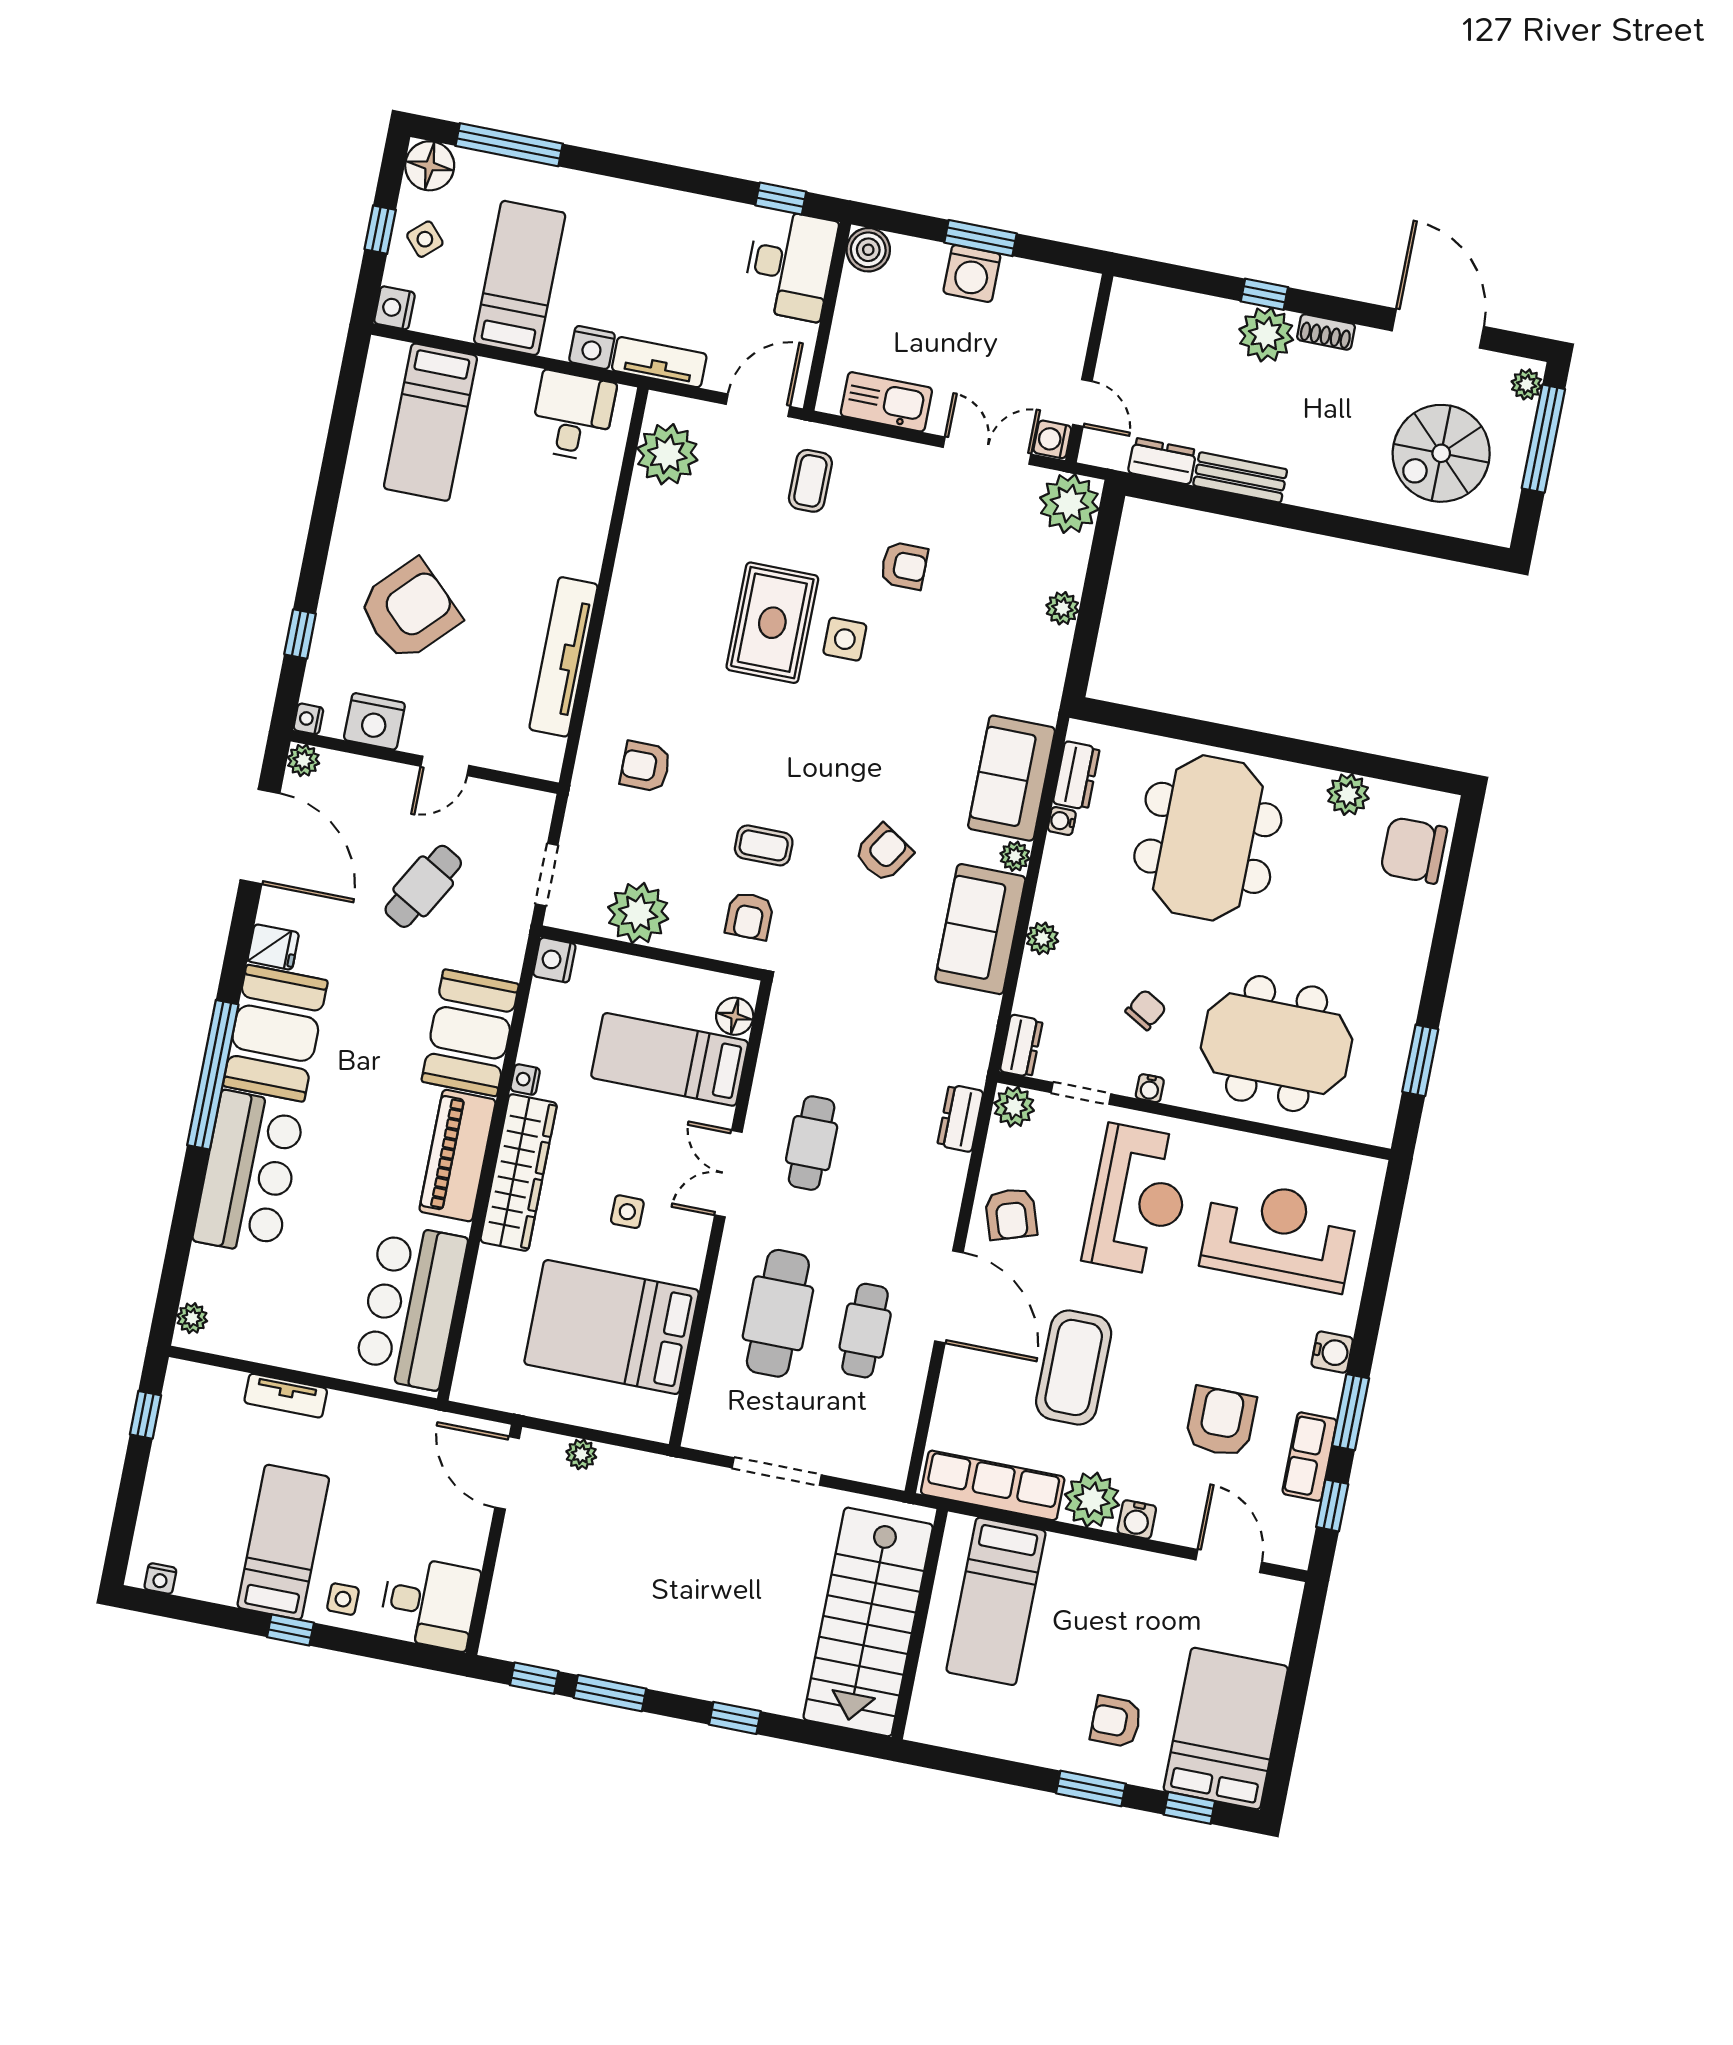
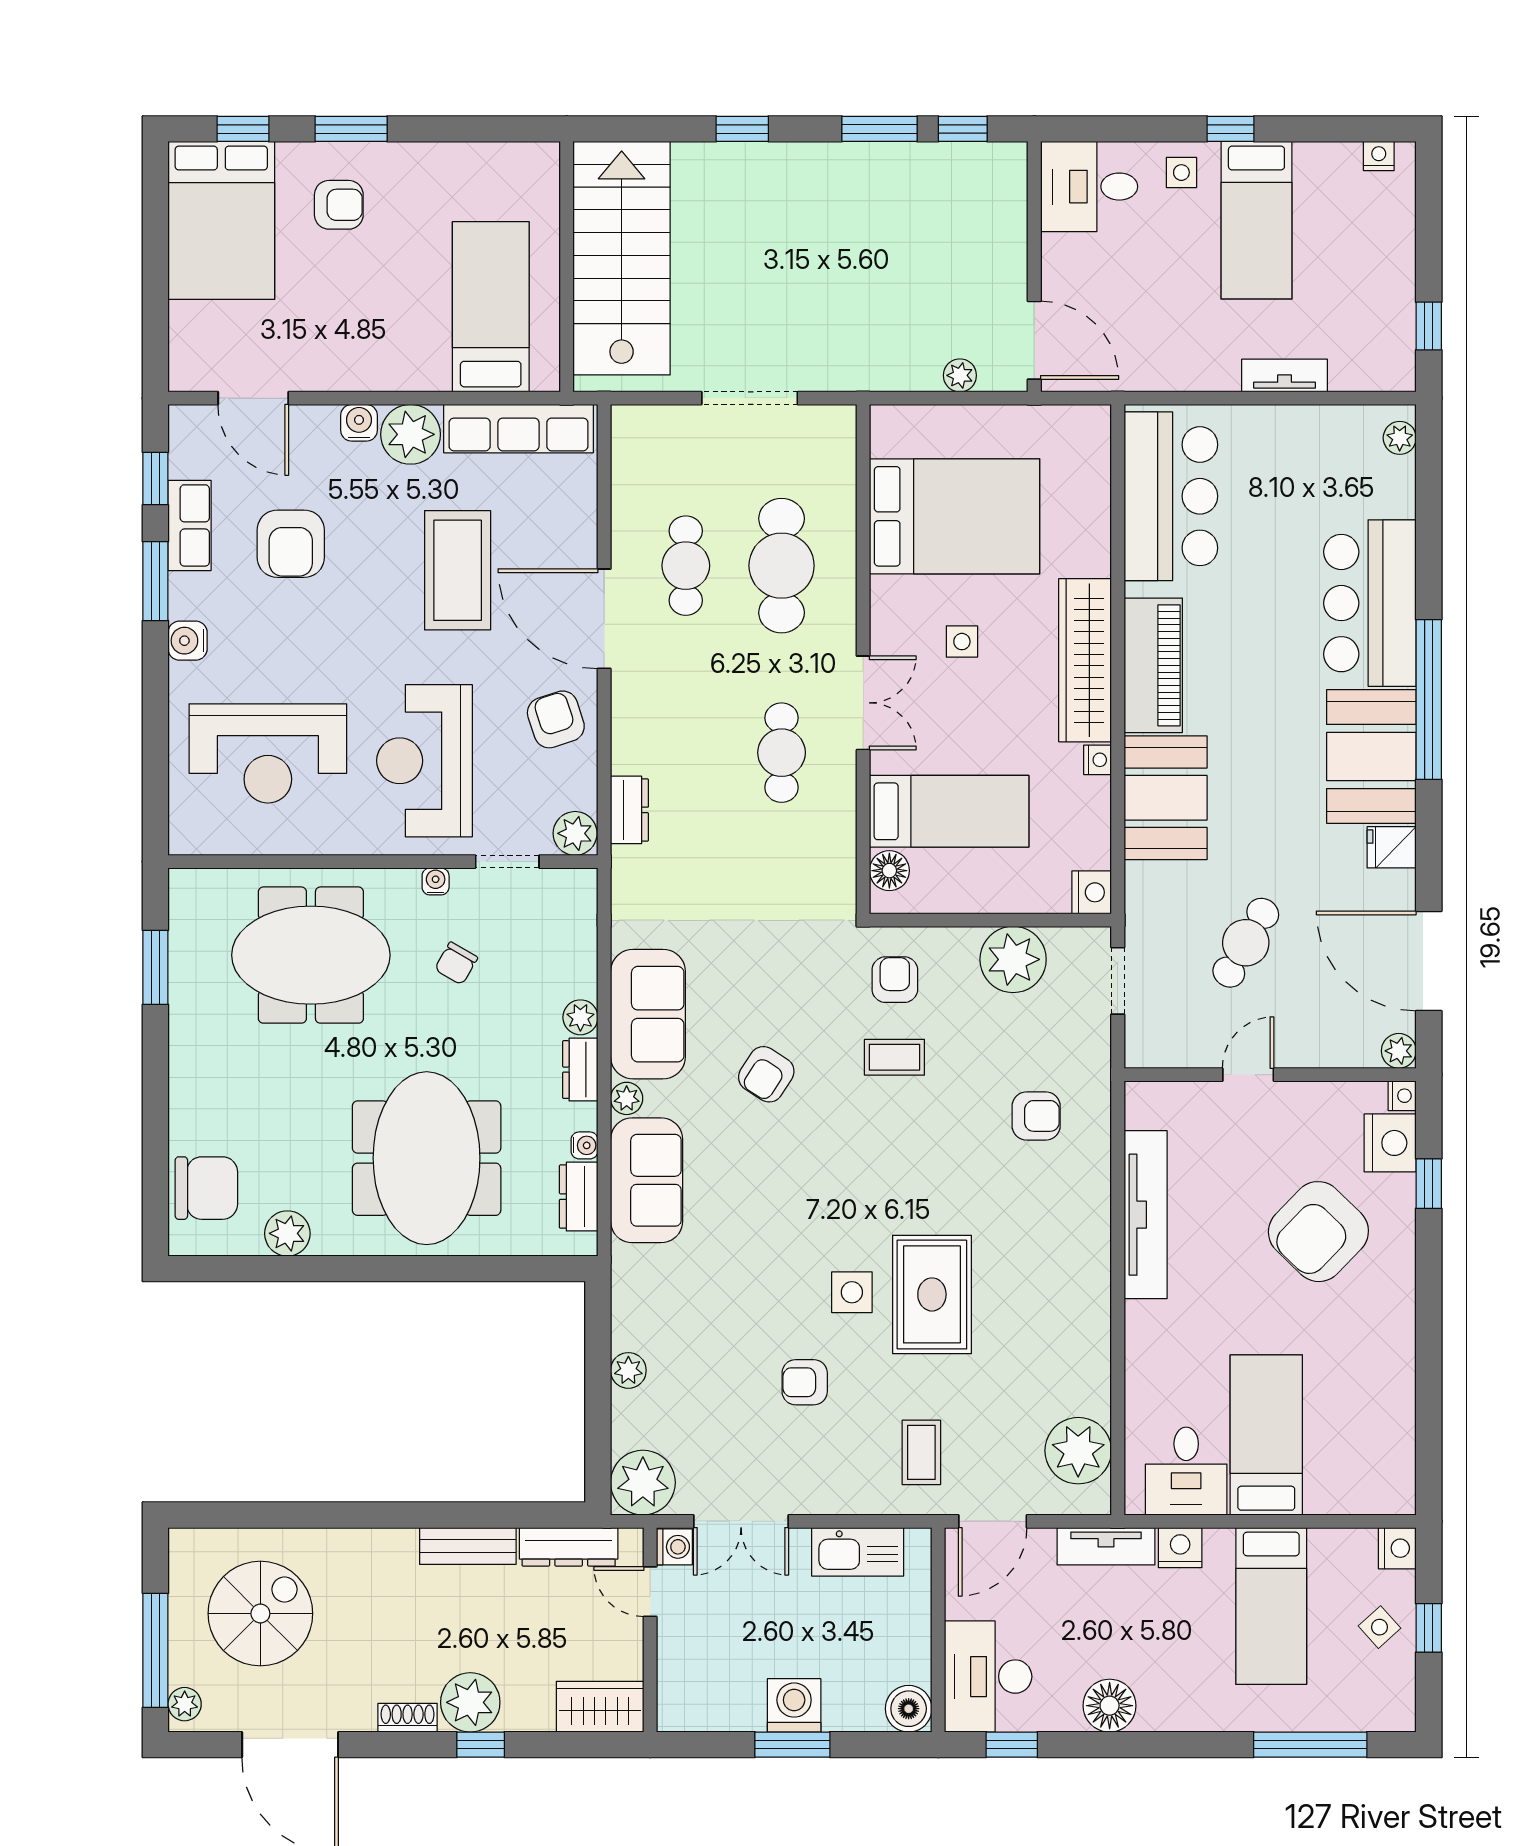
floor lamp: (430, 166) -> (1110, 1706), moved
wardrobe: (1149, 307) -> (600, 1707), added
bed: (430, 422) -> (1266, 1435), moved
dresser: (1162, 461) -> (569, 1547), width x1.44
nightstand: (374, 721) -> (1390, 1143), moved, turned 90
dresser: (1021, 1046) -> (580, 1070), moved

